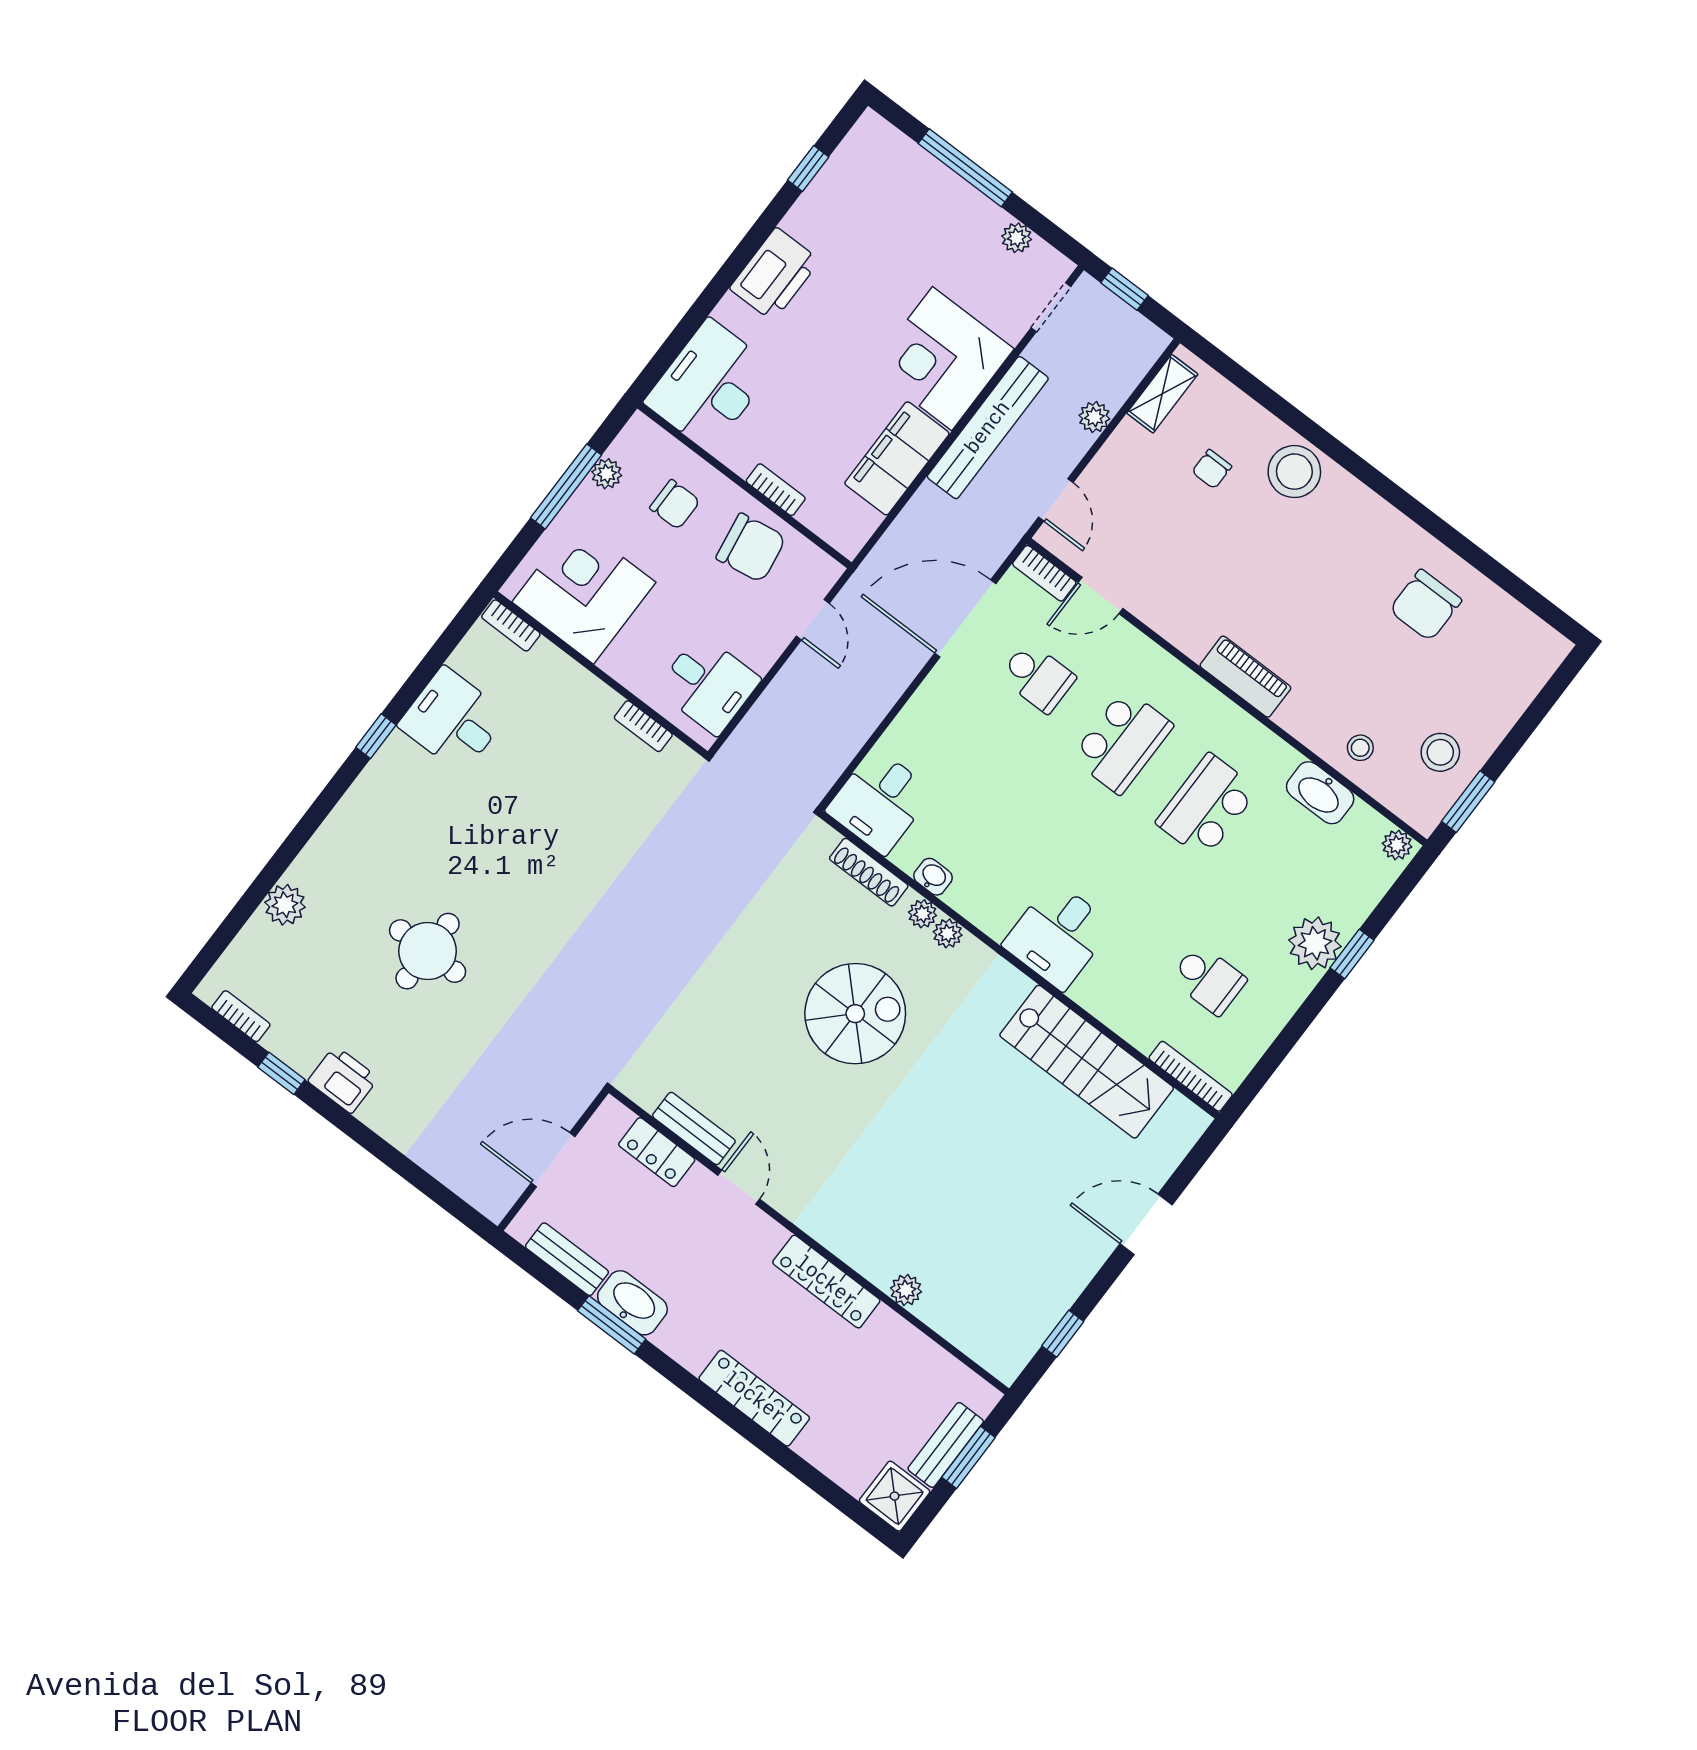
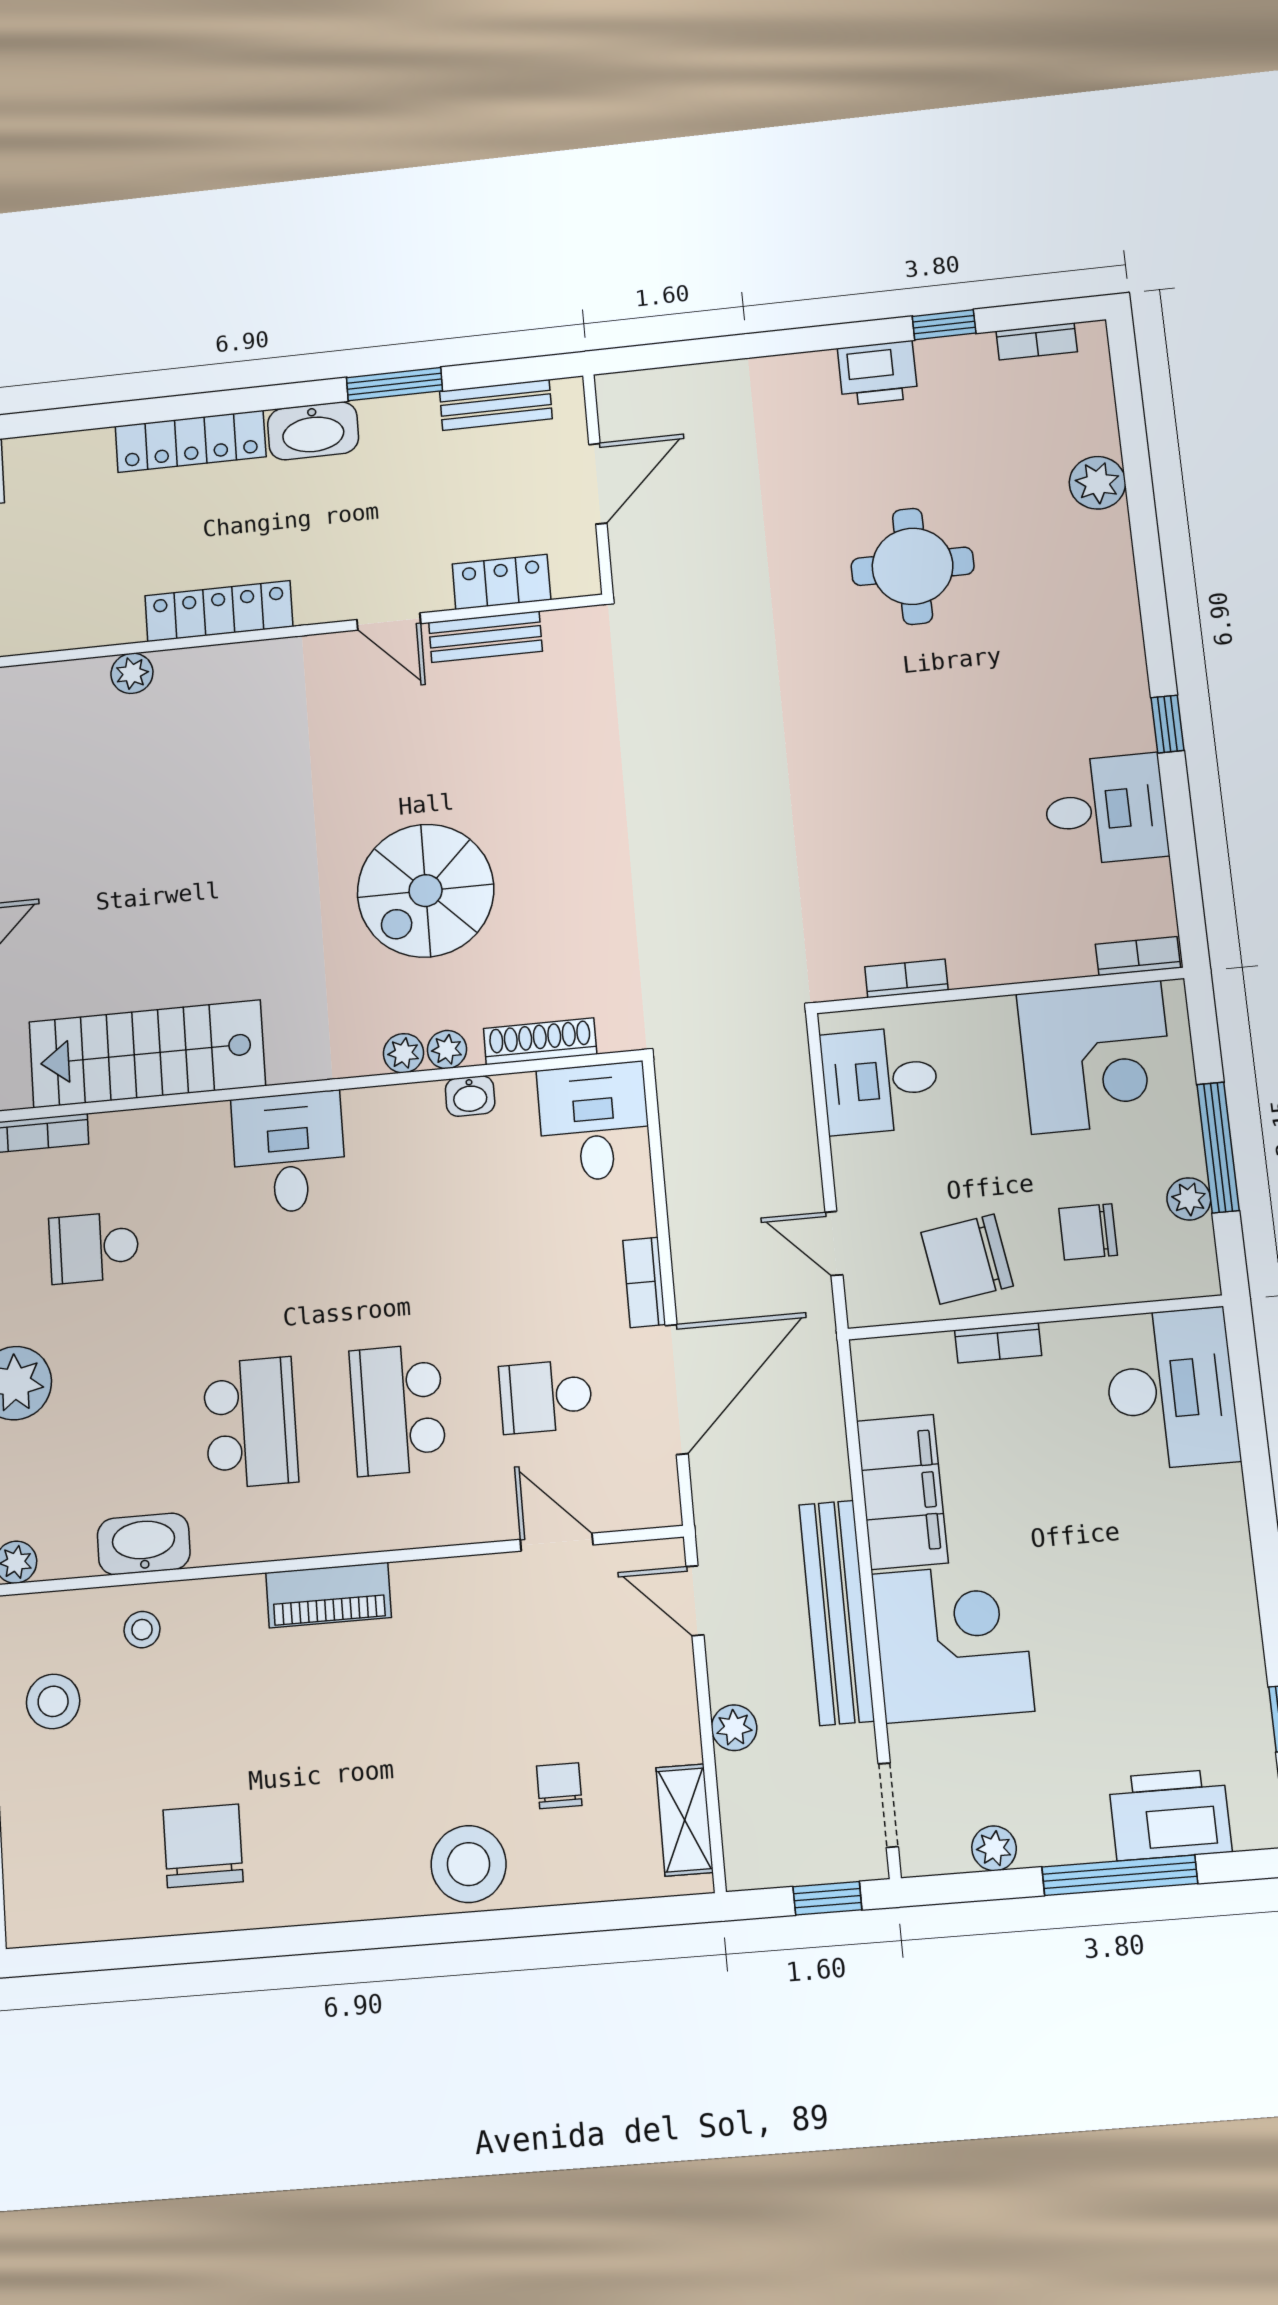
printer: (775, 274) -> (1170, 1815), moved, turned 90
bookcase: (1044, 573) -> (644, 1282), moved, turned -90
door: (1101, 596) -> (557, 1542), hinge flipped
washbasin: (632, 1303) -> (313, 431), moved

